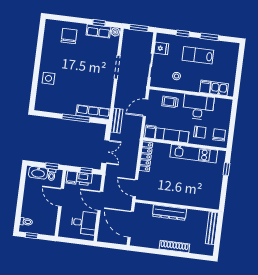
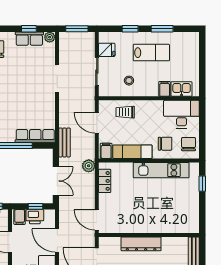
lab bench: (198, 55) -> (151, 53), turned 180
desk: (198, 107) -> (181, 114), moved
door: (145, 108) -> (97, 123), hinge flipped
plant: (134, 142) -> (89, 166), added
locker: (146, 157) -> (105, 181), width x0.66

